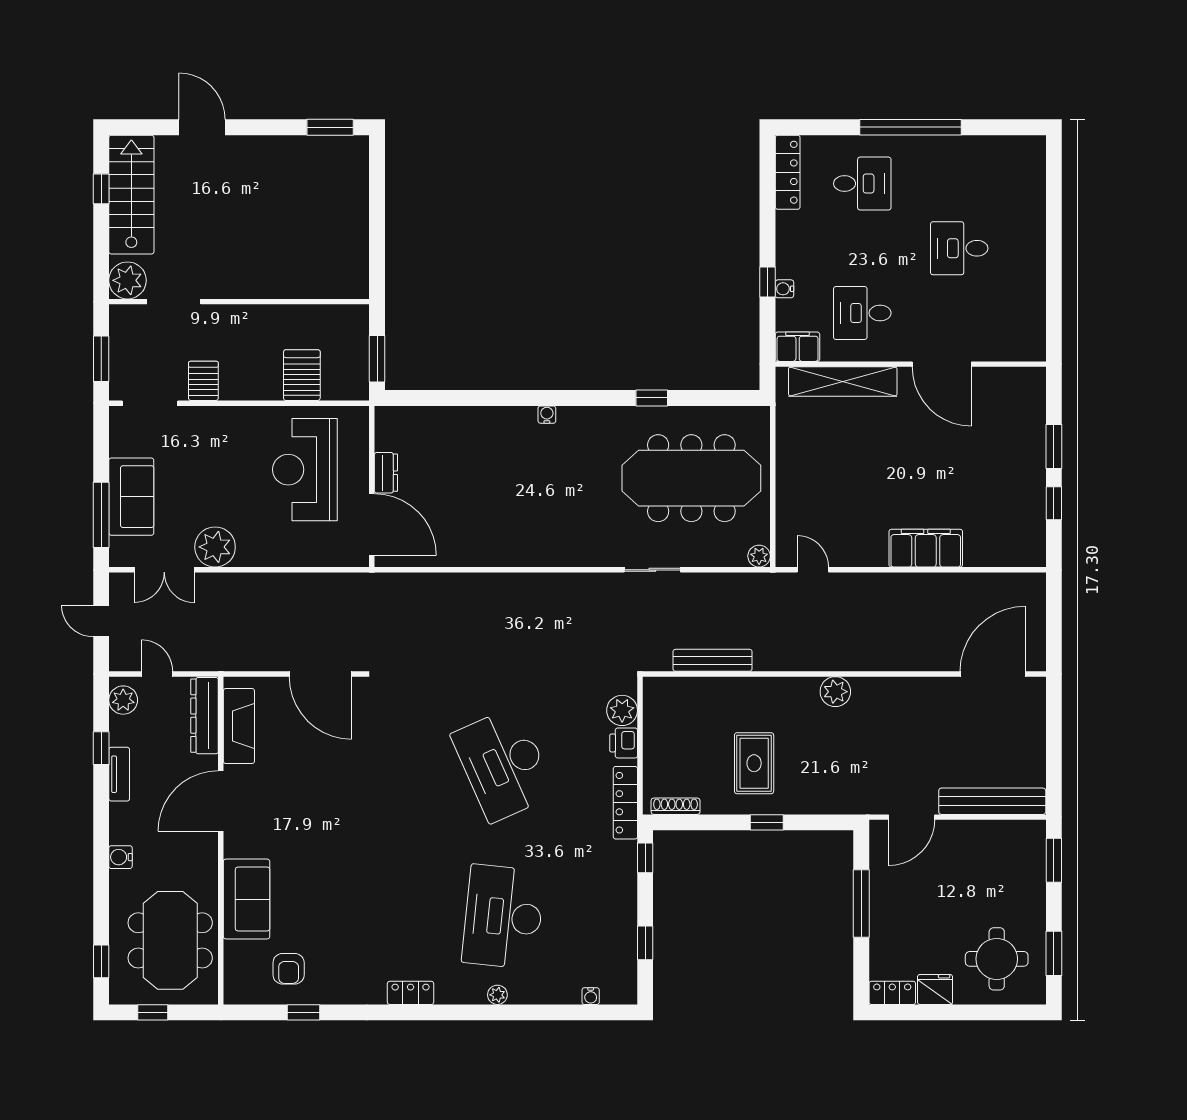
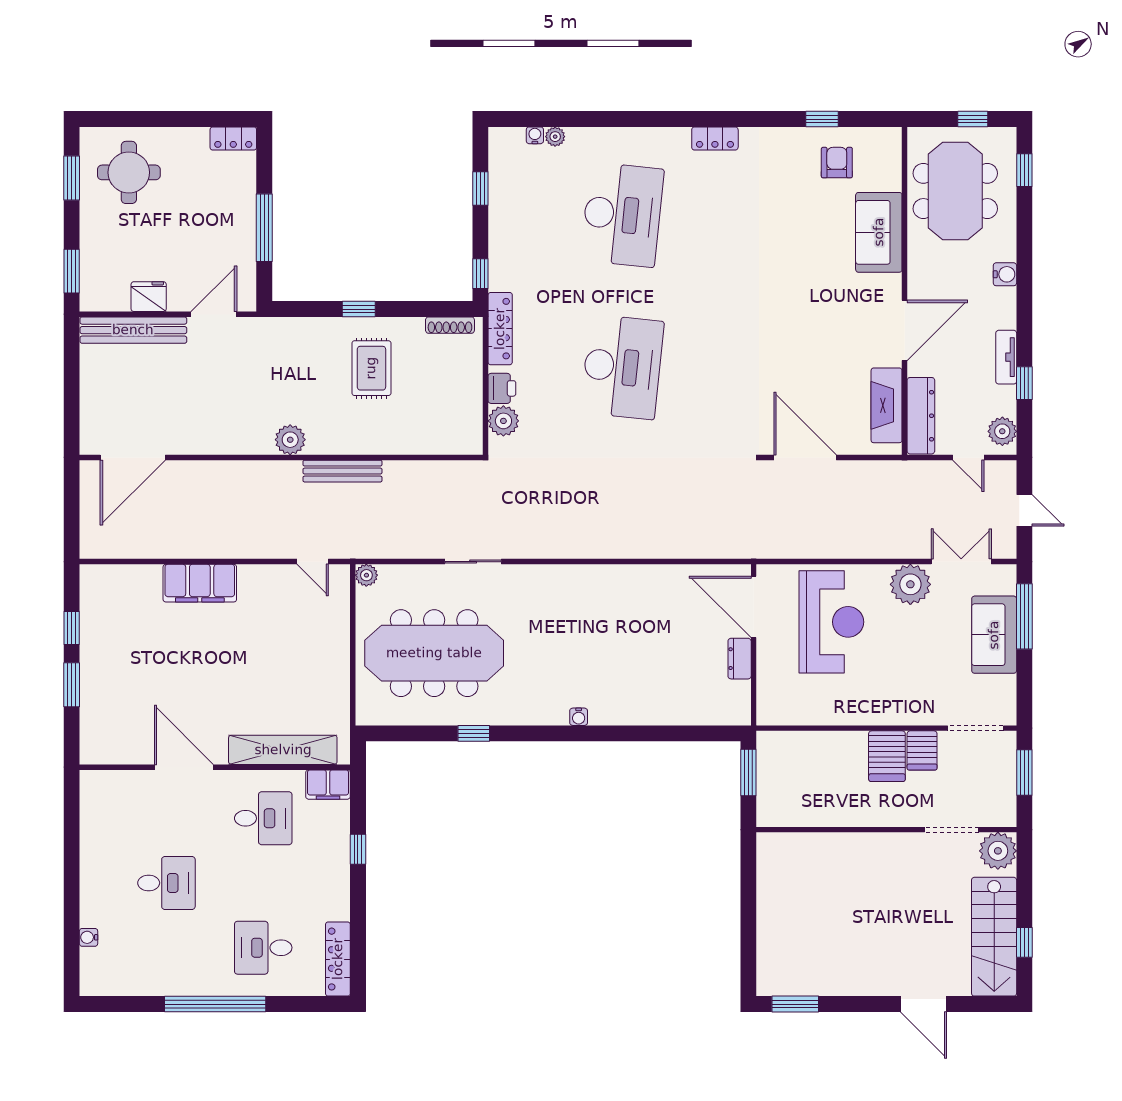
water cooler: (784, 289) -> (89, 937), moved, turned 180
server rack: (302, 375) -> (887, 756), moved
reception desk: (305, 470) -> (831, 622), moved
bench: (713, 660) -> (342, 471), moved
desk: (503, 764) -> (622, 367), turned 30
fridge: (935, 990) -> (149, 297), moved, turned 180
plant: (497, 995) -> (555, 137), moved

